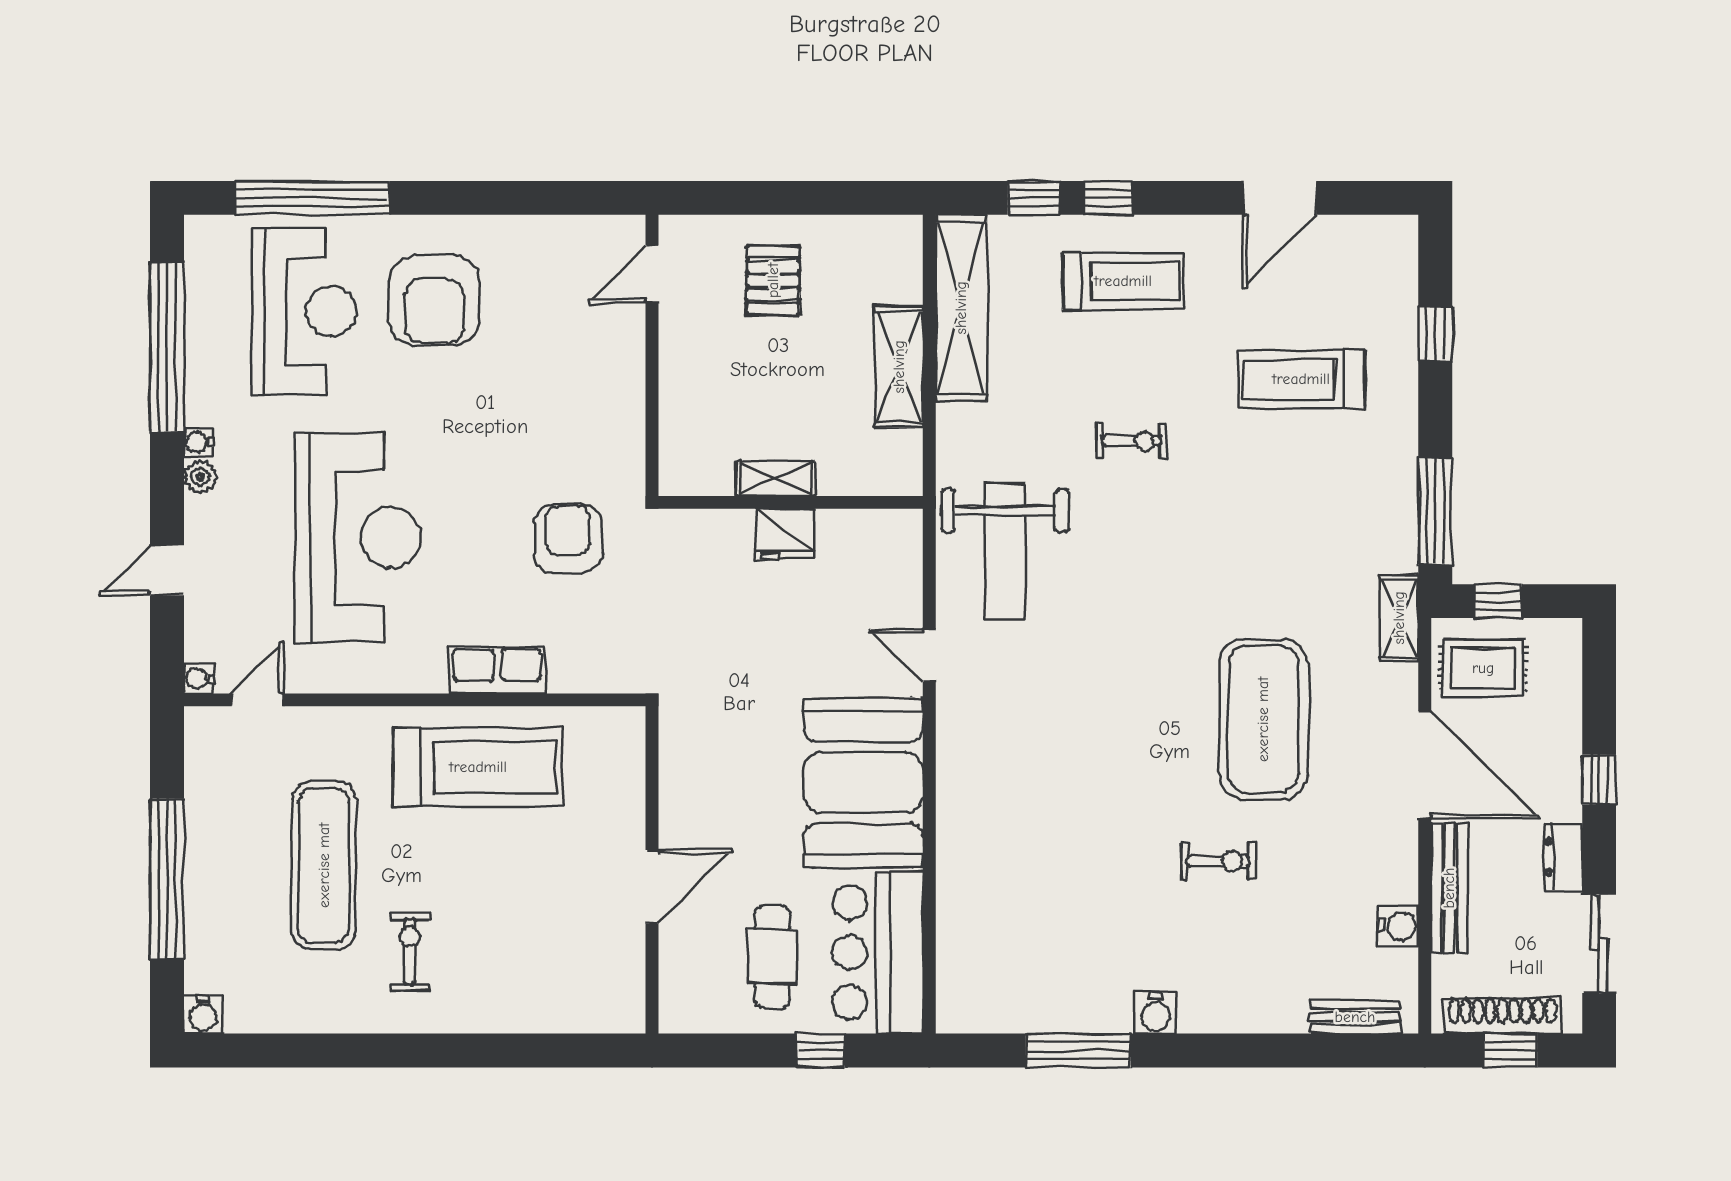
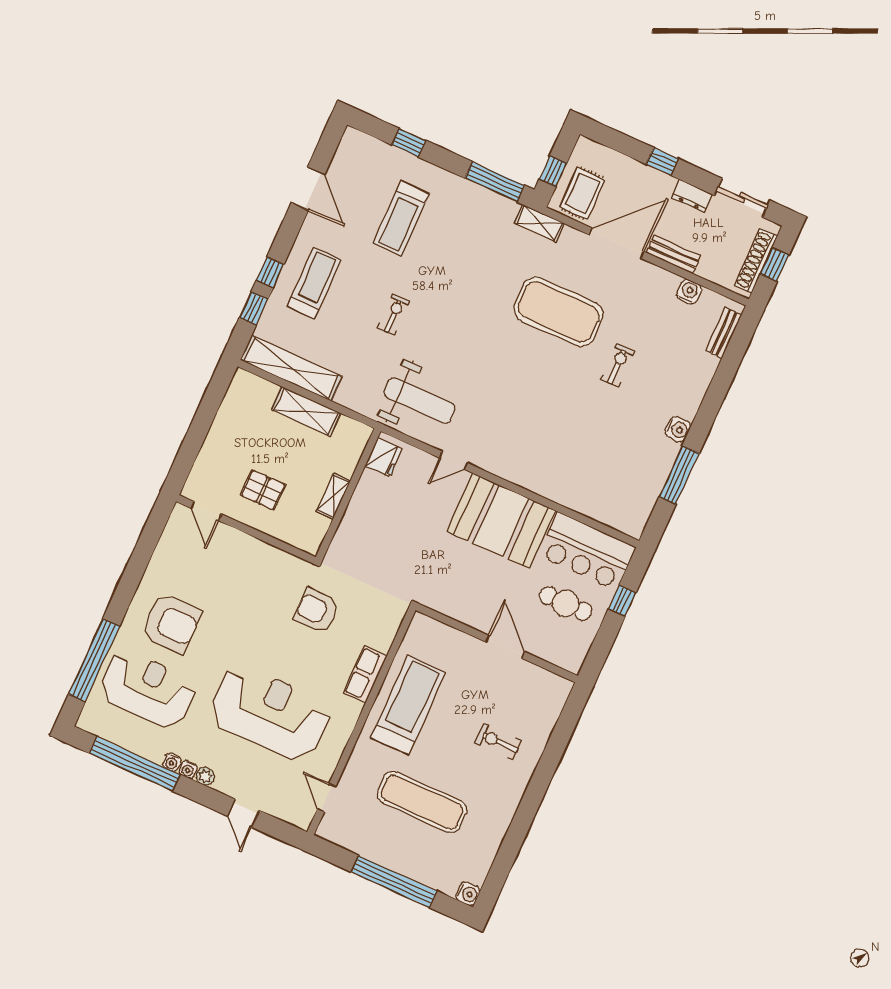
pallet: (773, 280) -> (263, 490), moved
fridge: (786, 534) -> (384, 457), moved
water cooler: (199, 679) -> (172, 762), moved
bench: (1449, 888) -> (673, 254), width x0.73
exercise bike: (410, 951) -> (498, 742), moved

